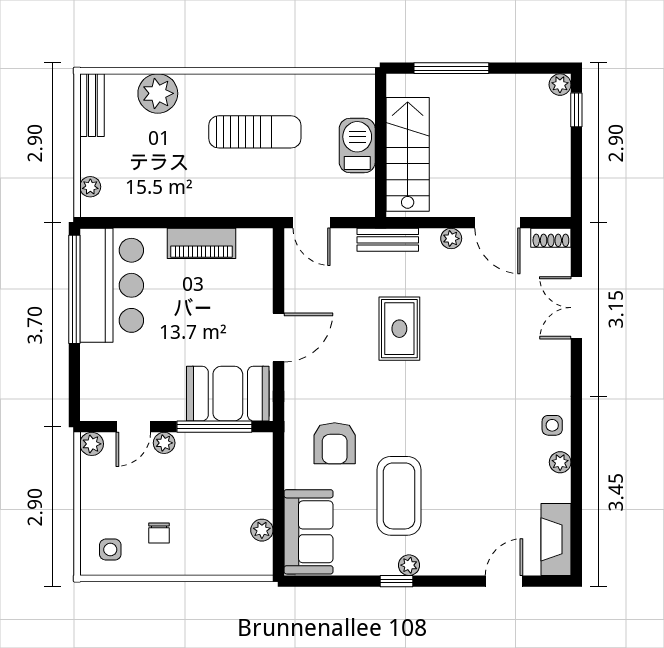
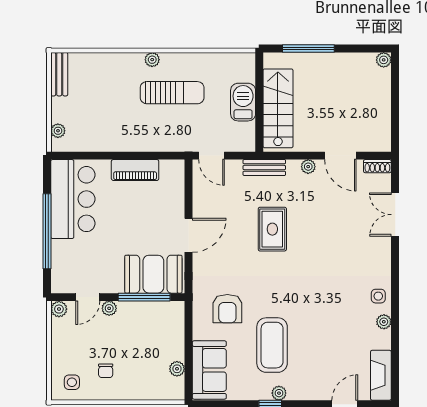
plant: (158, 93) -> (152, 60), moved, width x0.53, depth x0.53
window: (576, 110) -> (395, 77), removed
window: (74, 289) -> (47, 231), moved

